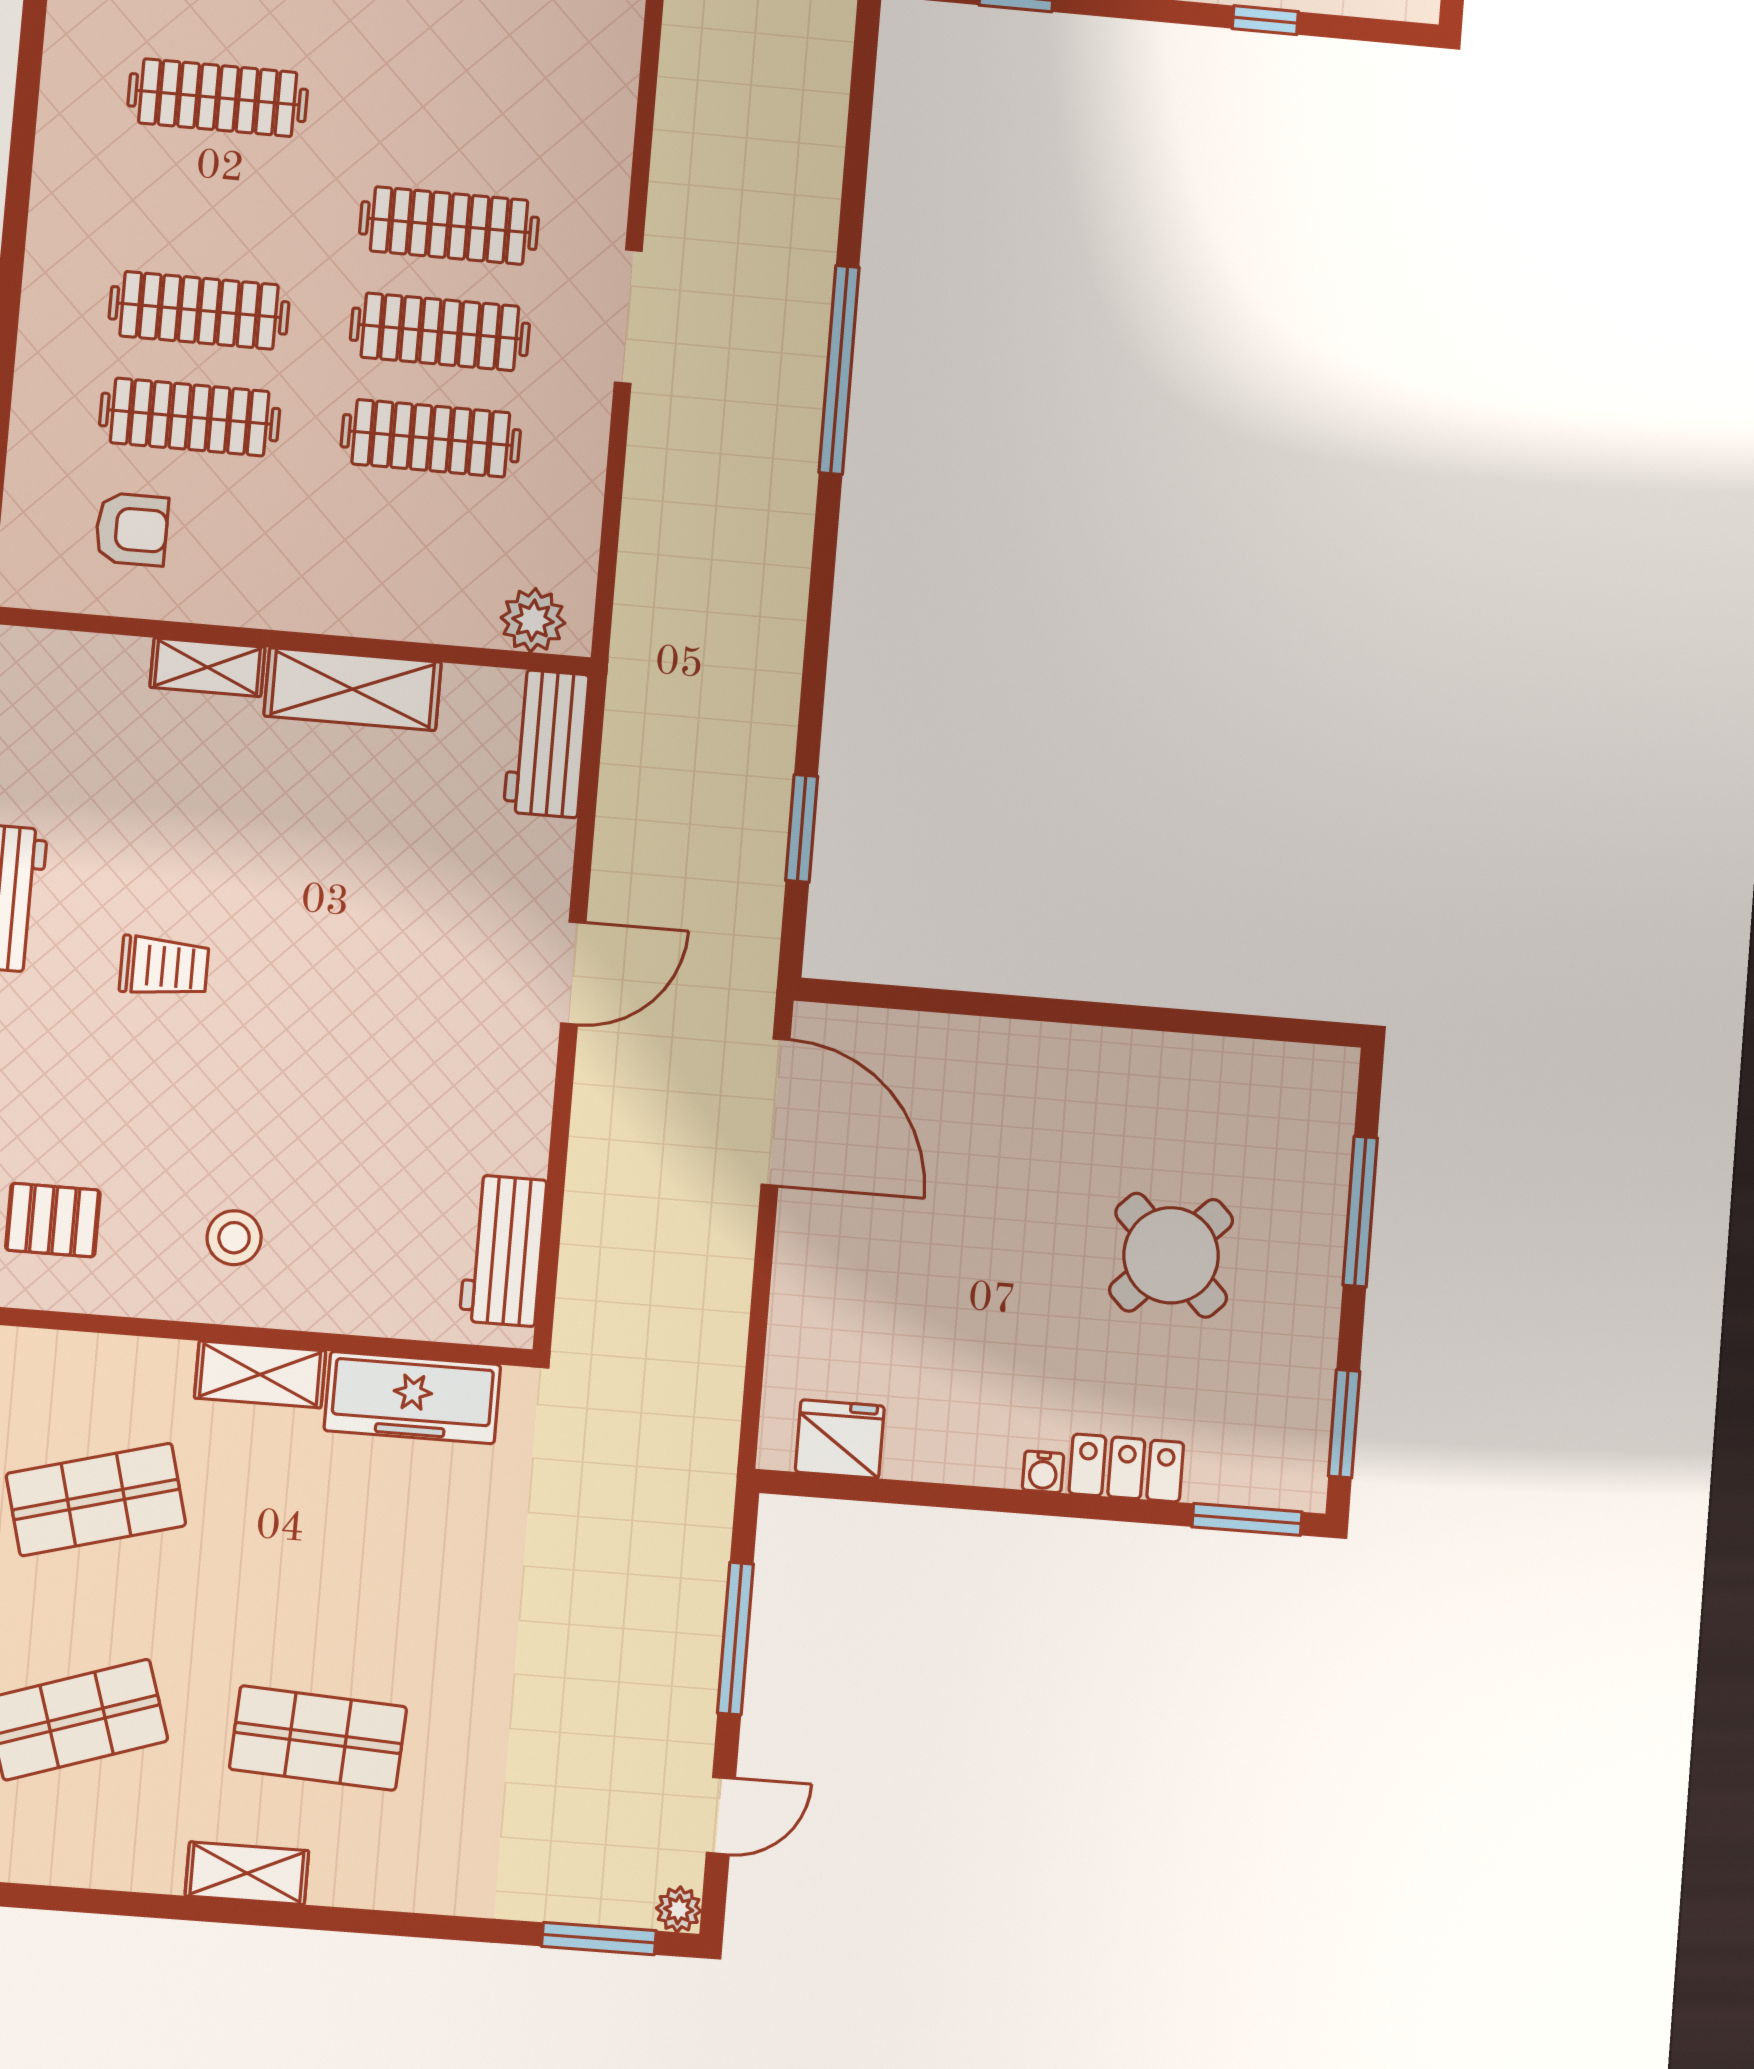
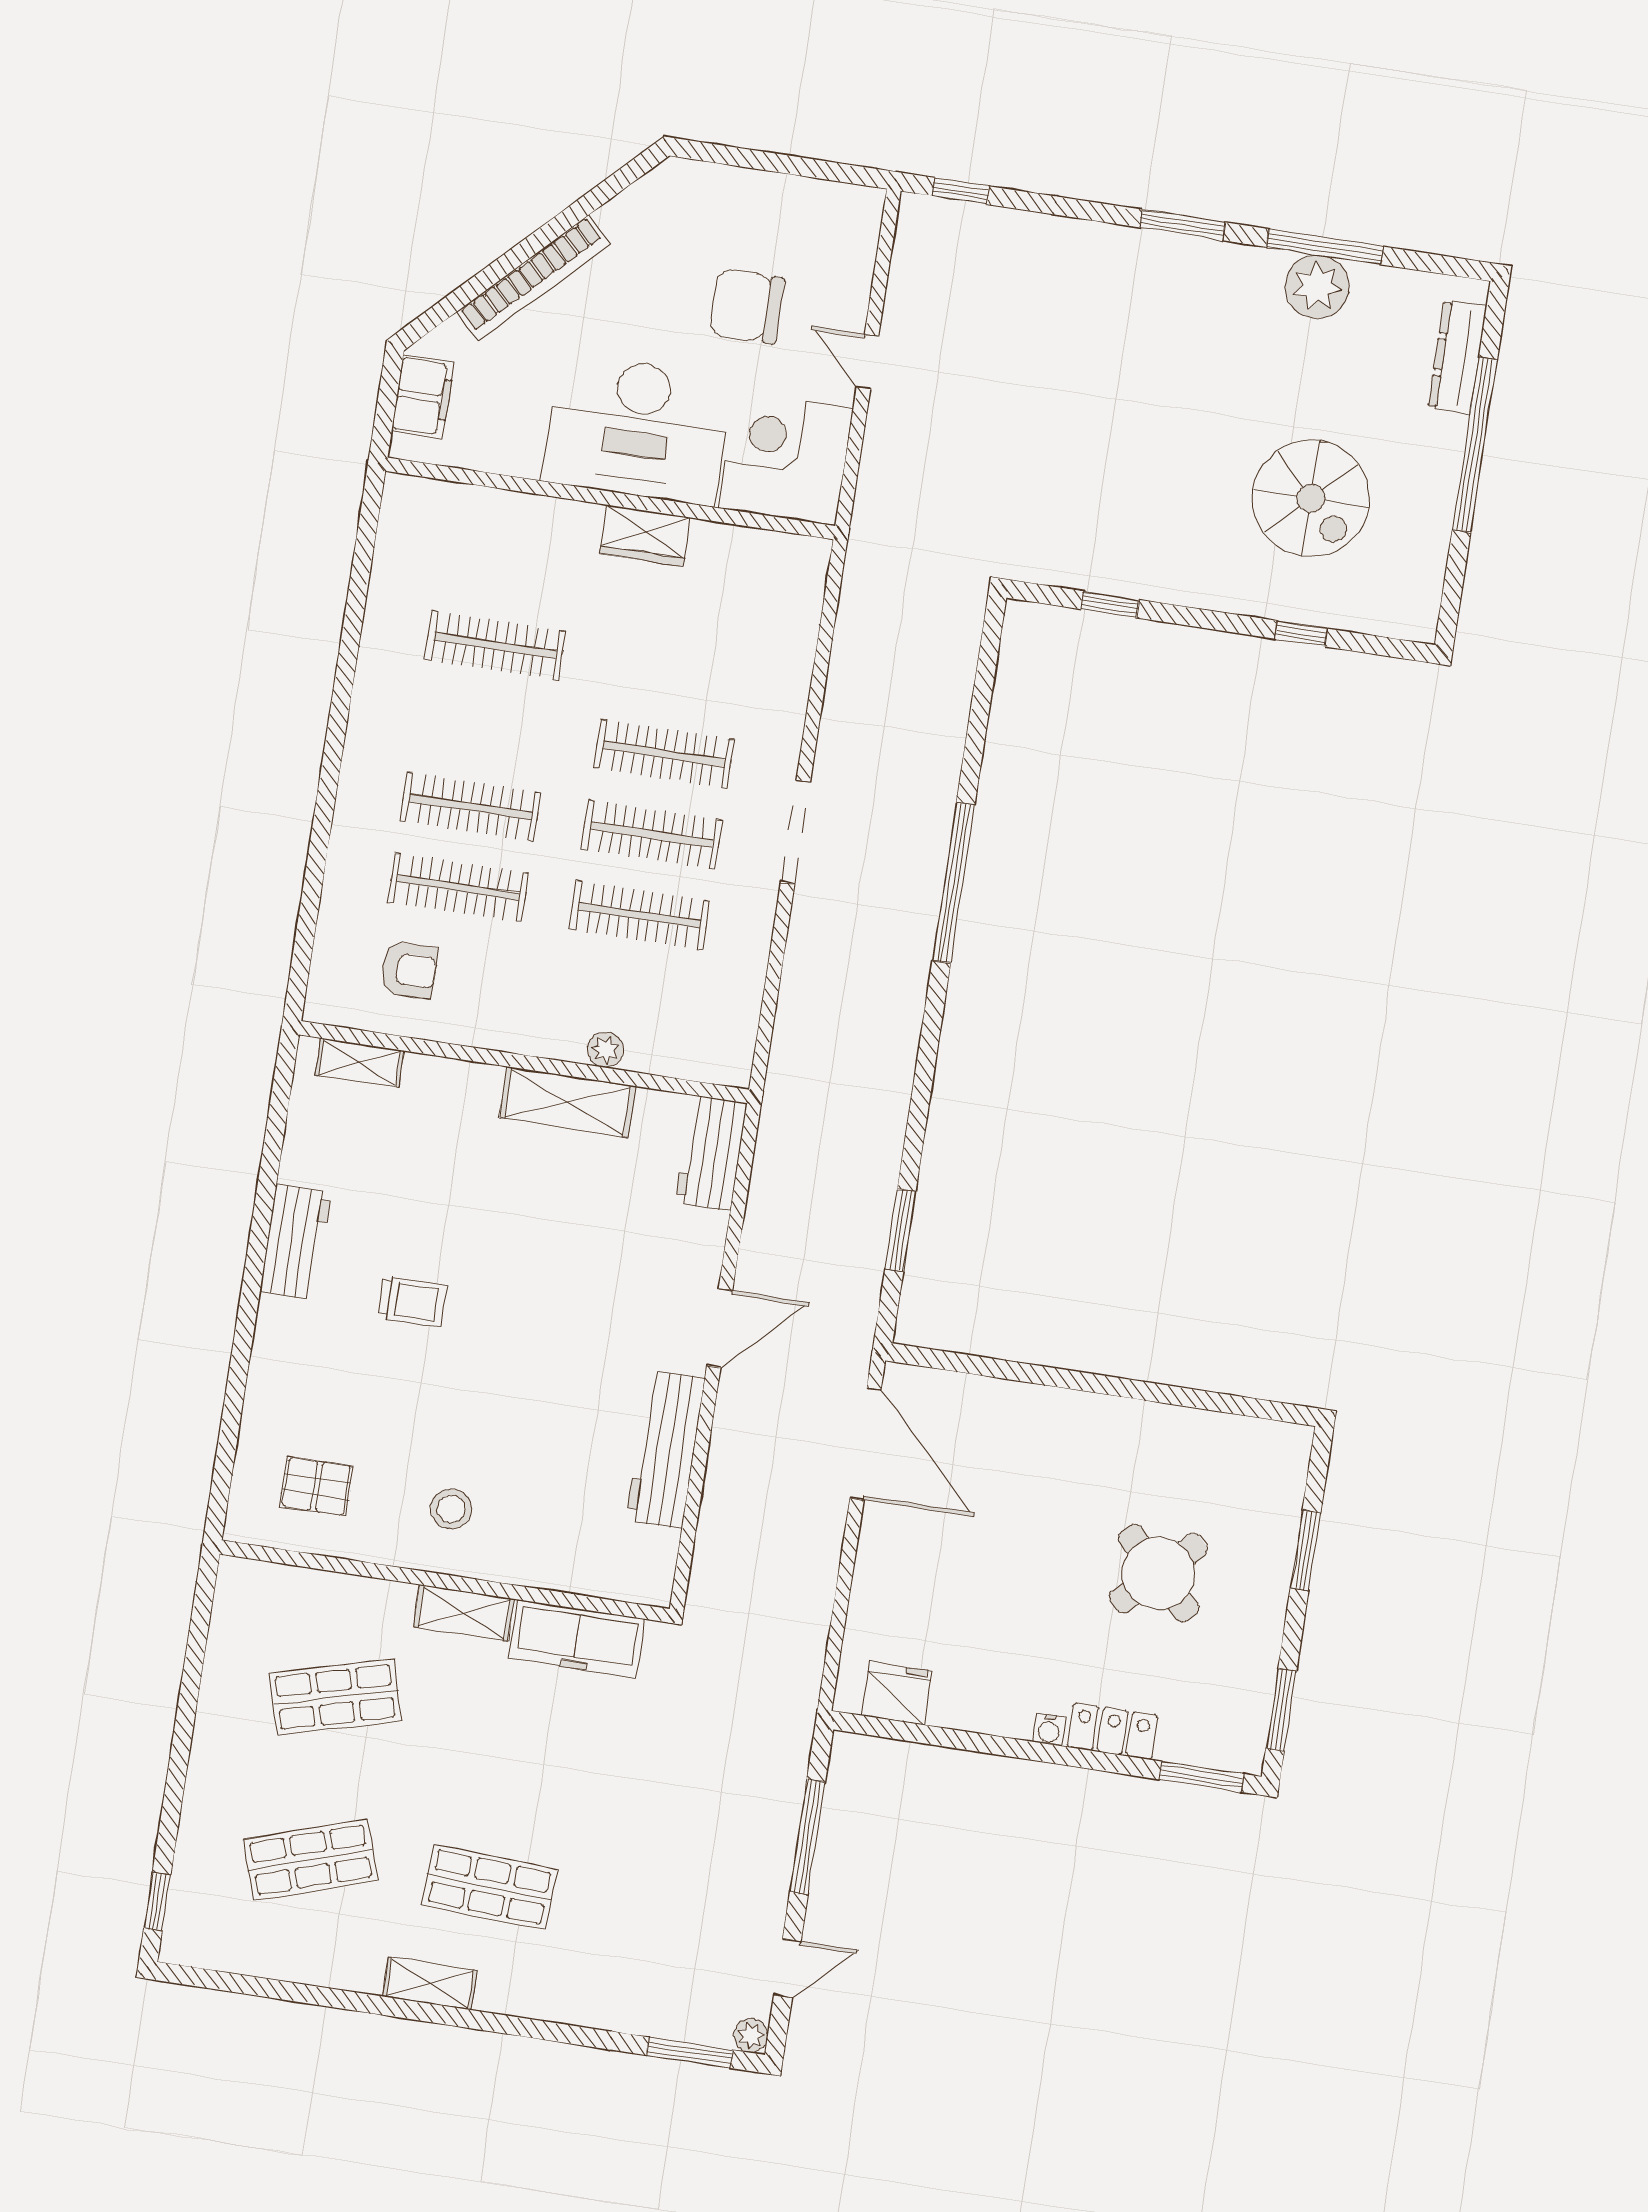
plant: (533, 620) -> (605, 1050), moved, width x0.73, depth x0.73
shelving: (207, 667) -> (360, 1063), moved
window: (1360, 1211) -> (1306, 1550), width x0.69
workbench: (503, 1250) -> (665, 1449), moved, width x1.38

